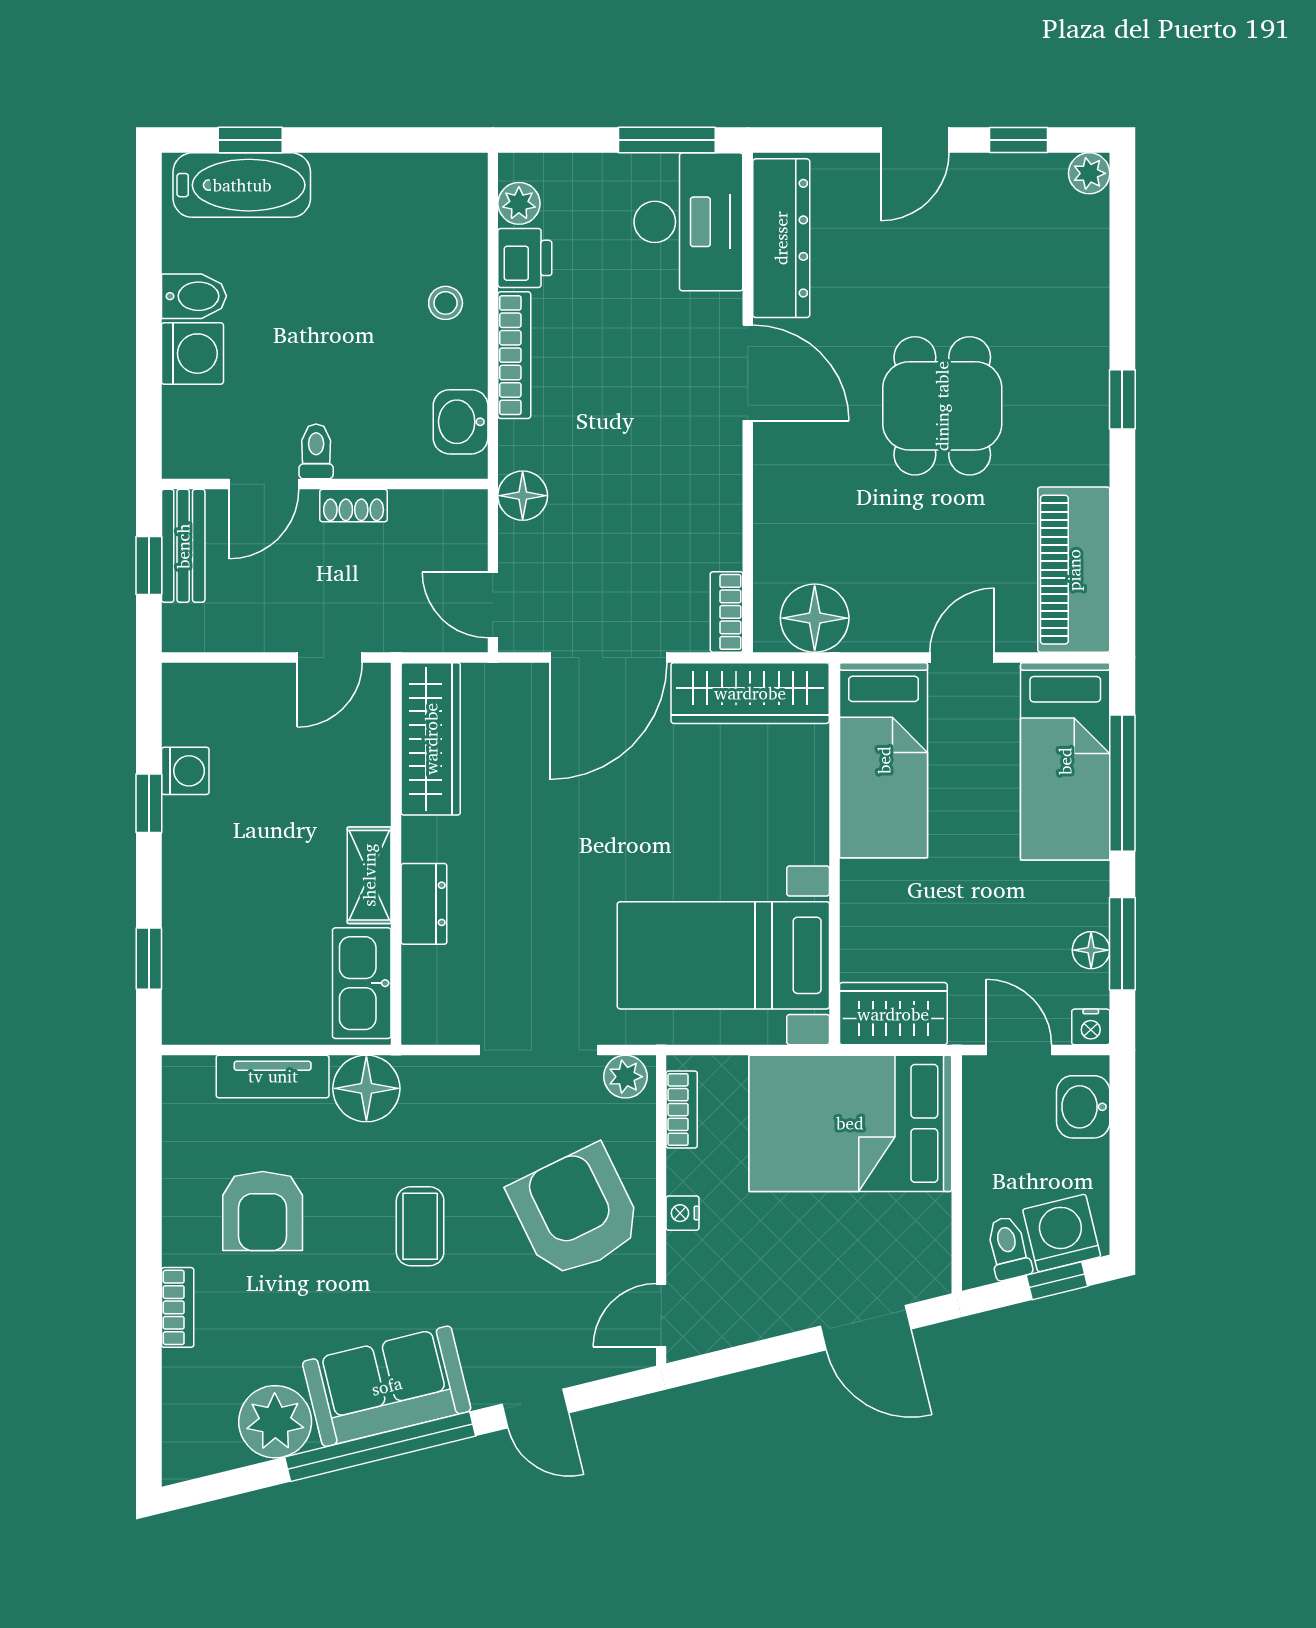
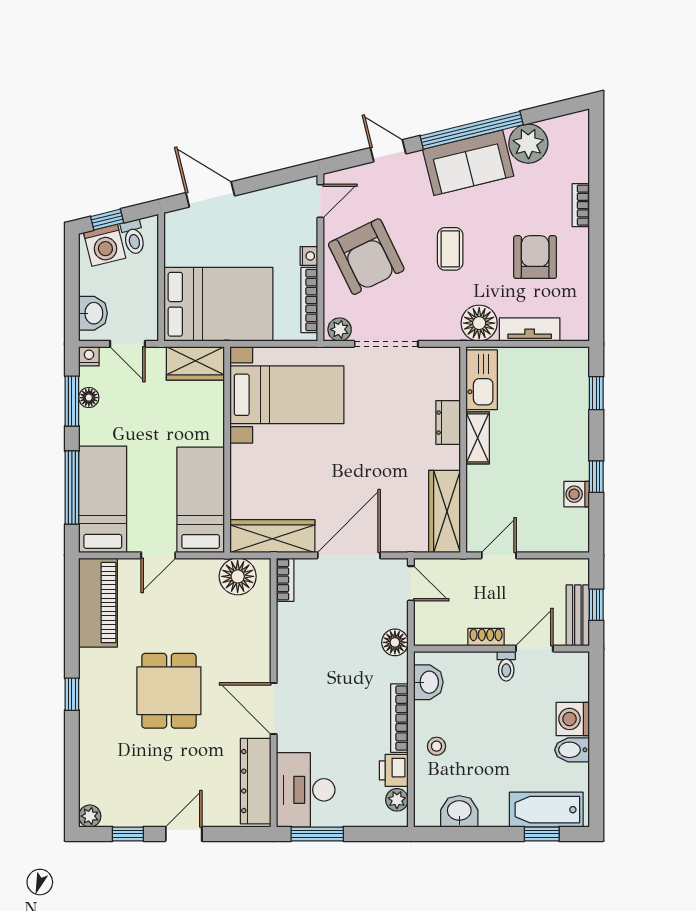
washbasin: (403, 182) -> (459, 811), added
bookcase: (682, 1110) -> (309, 300), width x1.56

